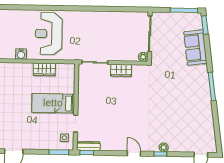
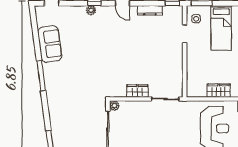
sofa: (195, 48) -> (50, 44), moved
bed: (53, 103) -> (221, 28), moved, turned 90
dresser: (88, 146) -> (150, 10), moved

